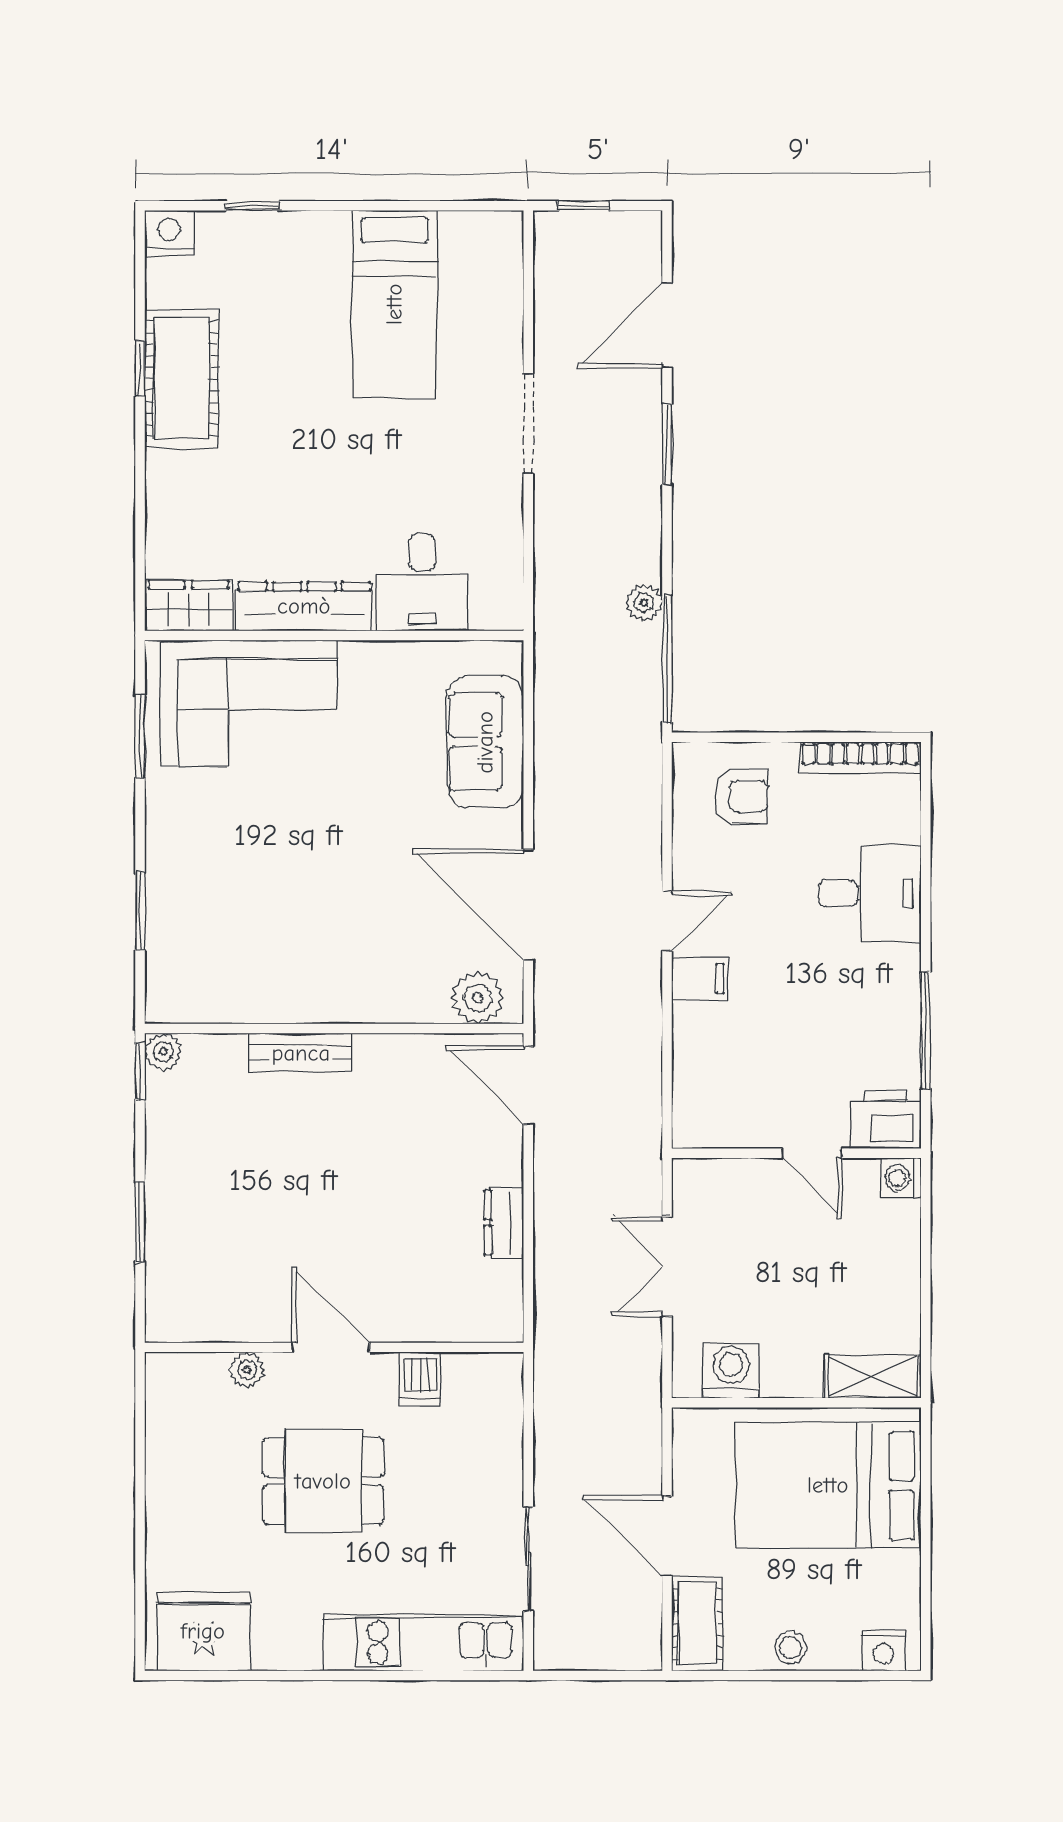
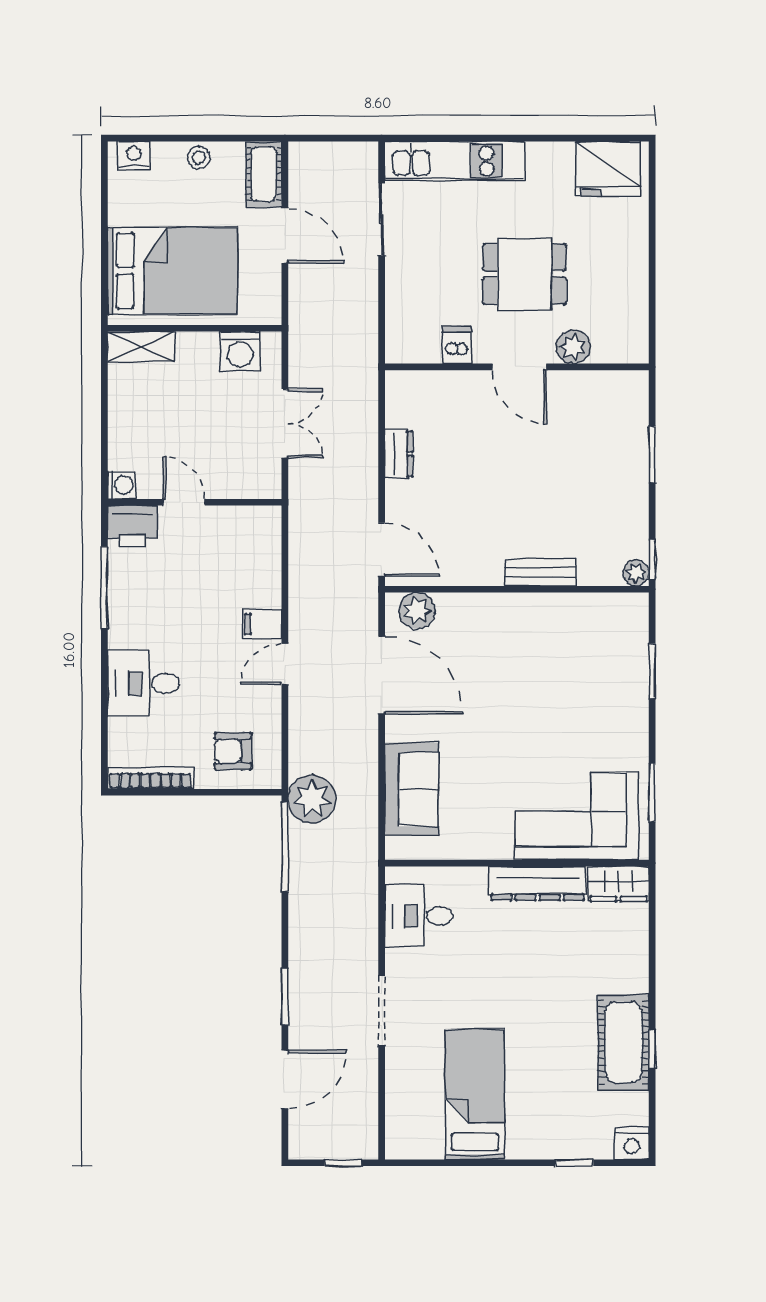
desk: (422, 582) -> (419, 916), moved, turned -90
plant: (644, 603) -> (312, 799), moved, width x1.87, depth x1.87
plant: (247, 1370) -> (573, 347), width x1.38, depth x1.38

